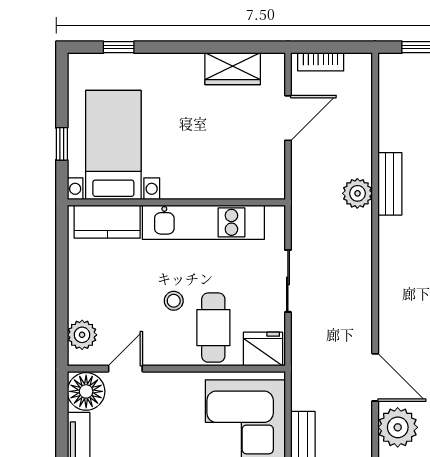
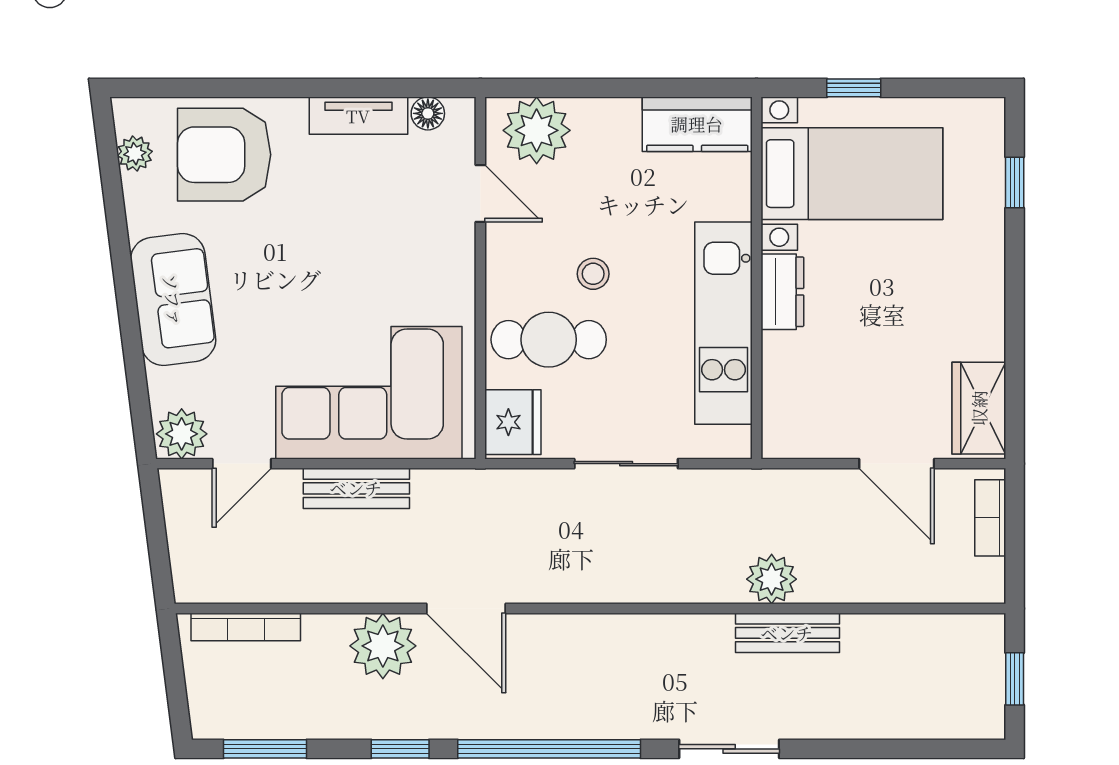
wardrobe: (233, 69) -> (979, 408), moved
dresser: (185, 187) -> (782, 292), added
kitchen counter: (107, 222) -> (697, 124), moved, turned -90
plant: (82, 335) -> (537, 130), width x1.36, depth x1.36
door: (375, 377) -> (466, 608), hinge flipped
floor lamp: (86, 391) -> (428, 113), width x0.53, depth x0.53

